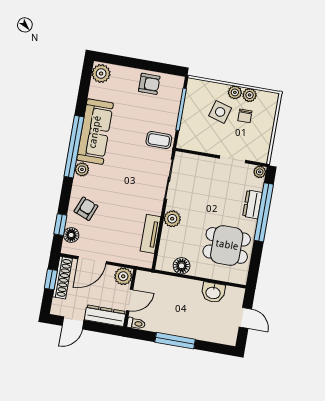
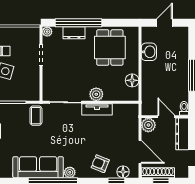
tv unit: (150, 234) -> (97, 109), moved

